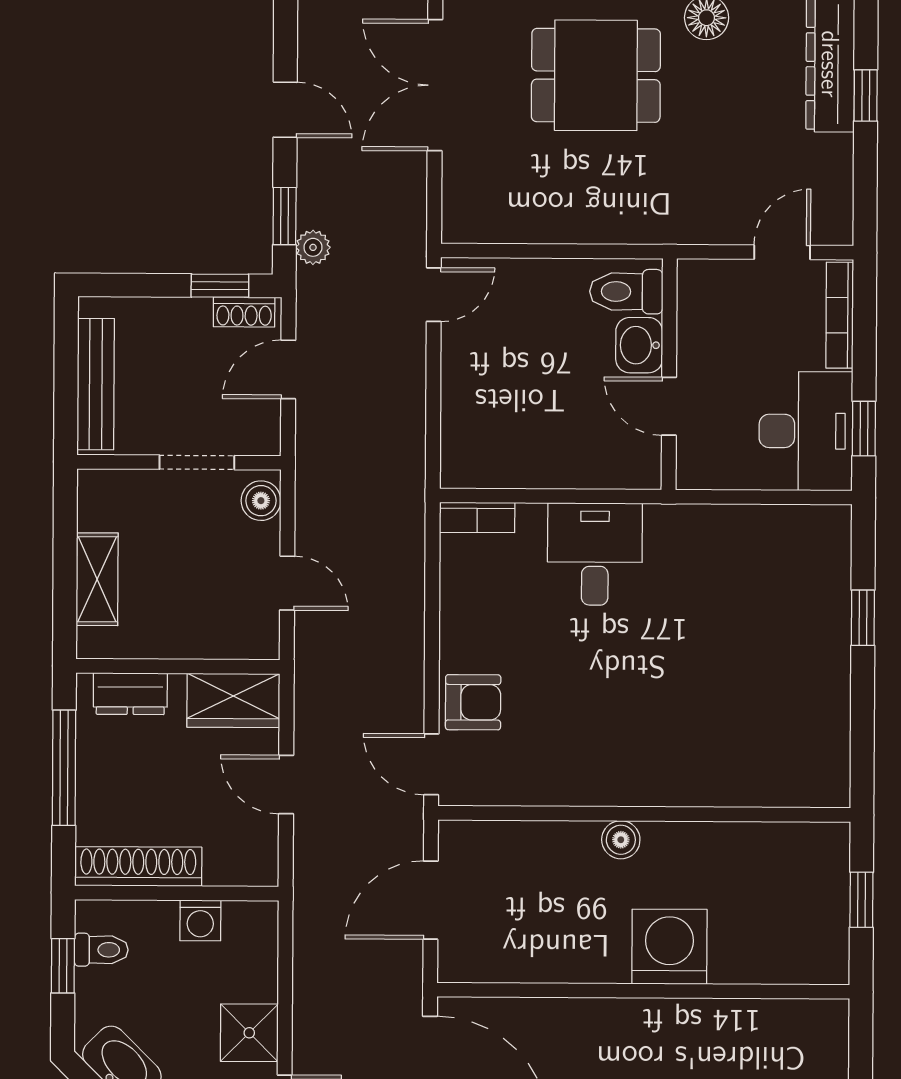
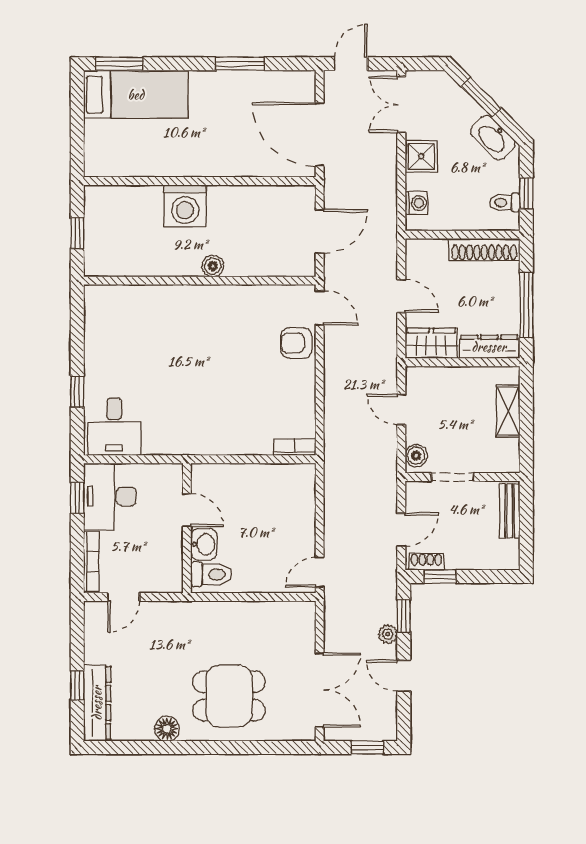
plant: (313, 247) -> (388, 634), moved
bench: (96, 384) -> (510, 511), width x0.73
desk: (595, 554) -> (114, 427), moved
dresser: (130, 694) -> (489, 347), width x1.44
washing machine: (200, 920) -> (417, 203), moved, turned 90

